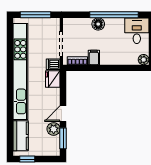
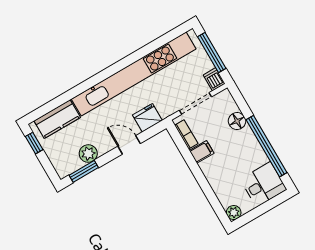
floor lamp: (98, 24) -> (237, 121), moved
dishwasher: (53, 64) -> (214, 79), moved
door: (63, 114) -> (129, 145), moved

